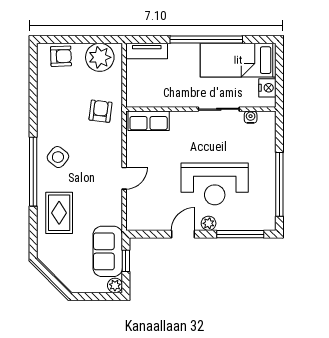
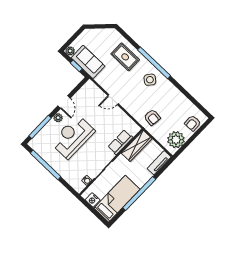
wardrobe: (152, 97) -> (137, 146), added
row of seats: (149, 121) -> (120, 142), moved
door: (124, 178) -> (113, 100), hinge flipped

